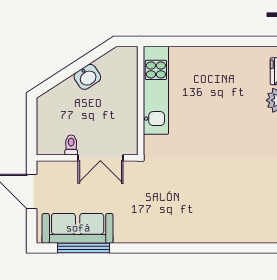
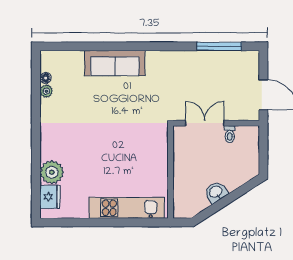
kitchen unit: (156, 90) -> (127, 208), moved, turned 90
sofa: (78, 228) -> (115, 63), moved

